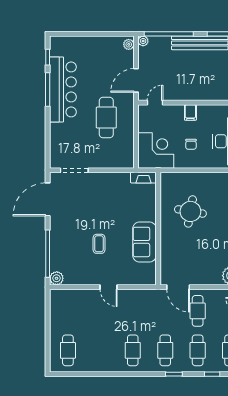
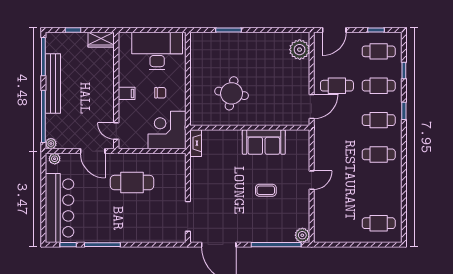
bar counter: (63, 89) -> (59, 208), moved, turned 90

